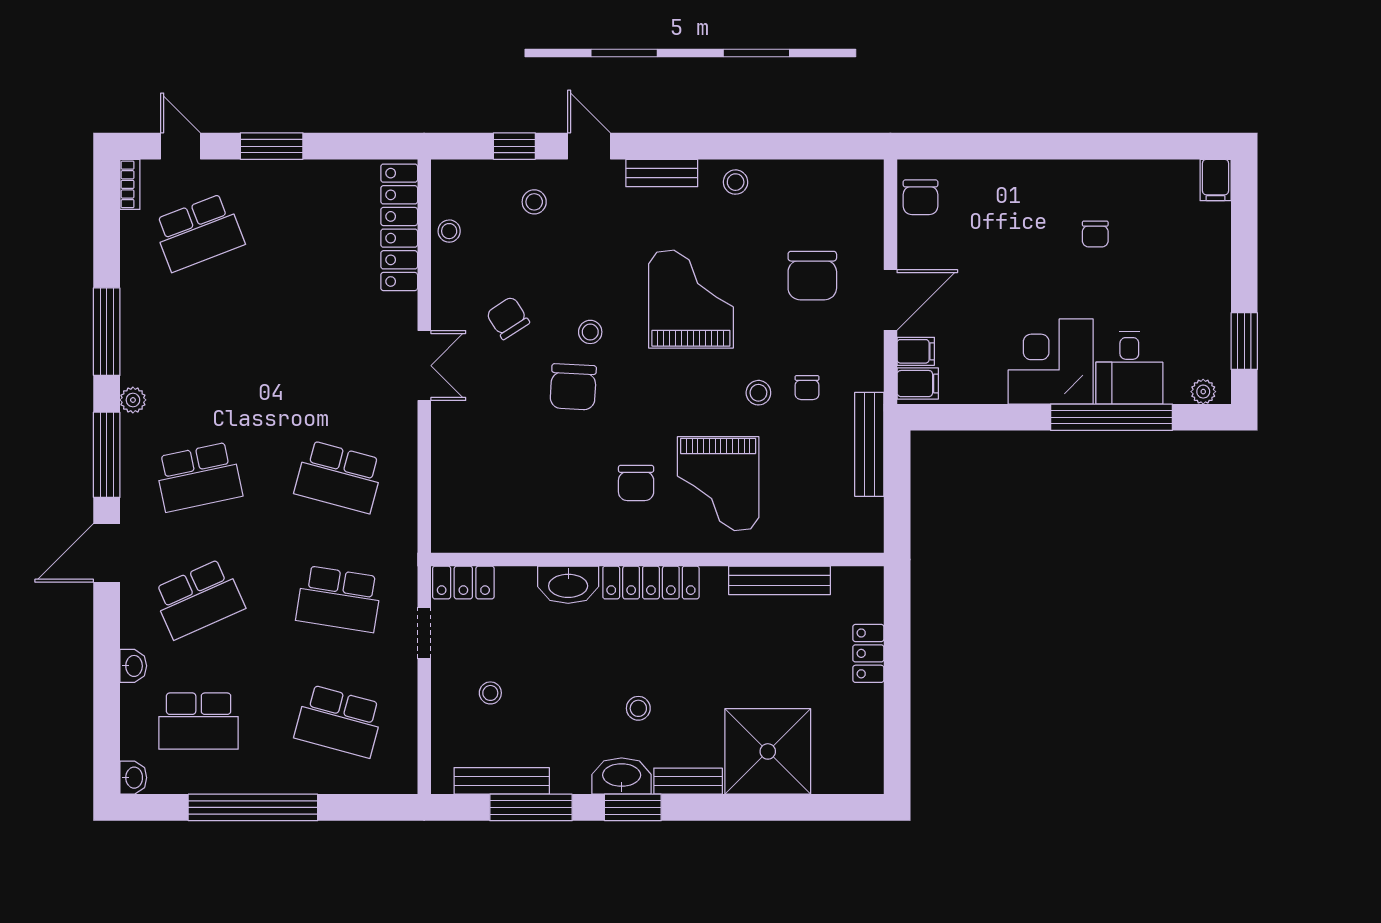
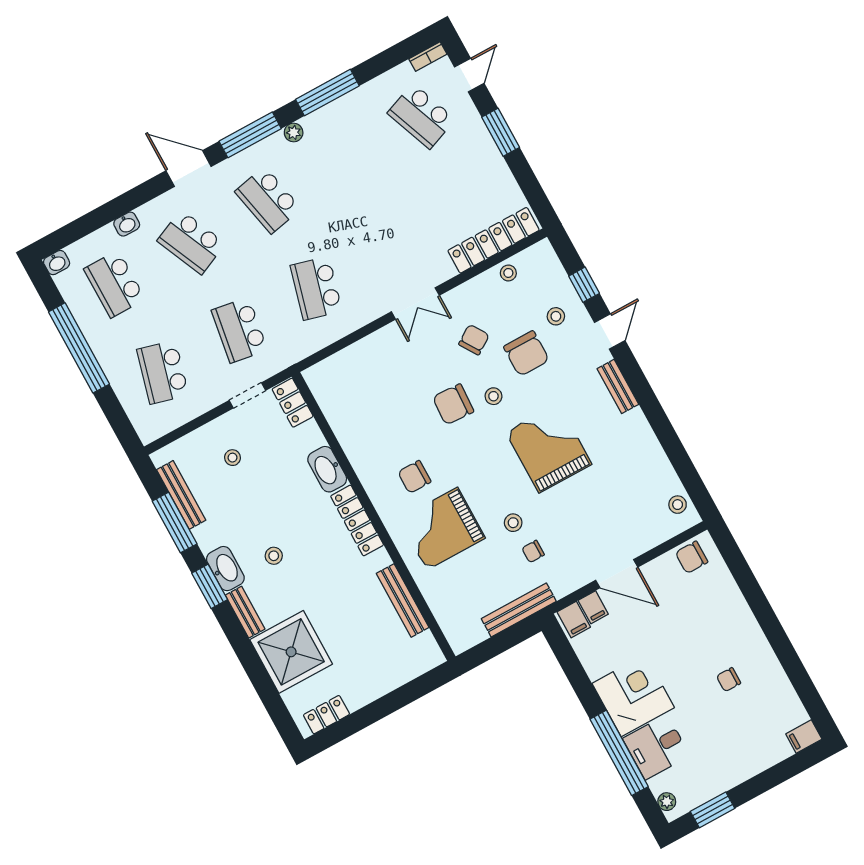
stool: (736, 182) -> (678, 505), moved
chair: (812, 276) -> (526, 353), moved, turned -90
grand piano: (691, 299) -> (549, 448), turned -90
locker: (868, 653) -> (326, 715), moved

